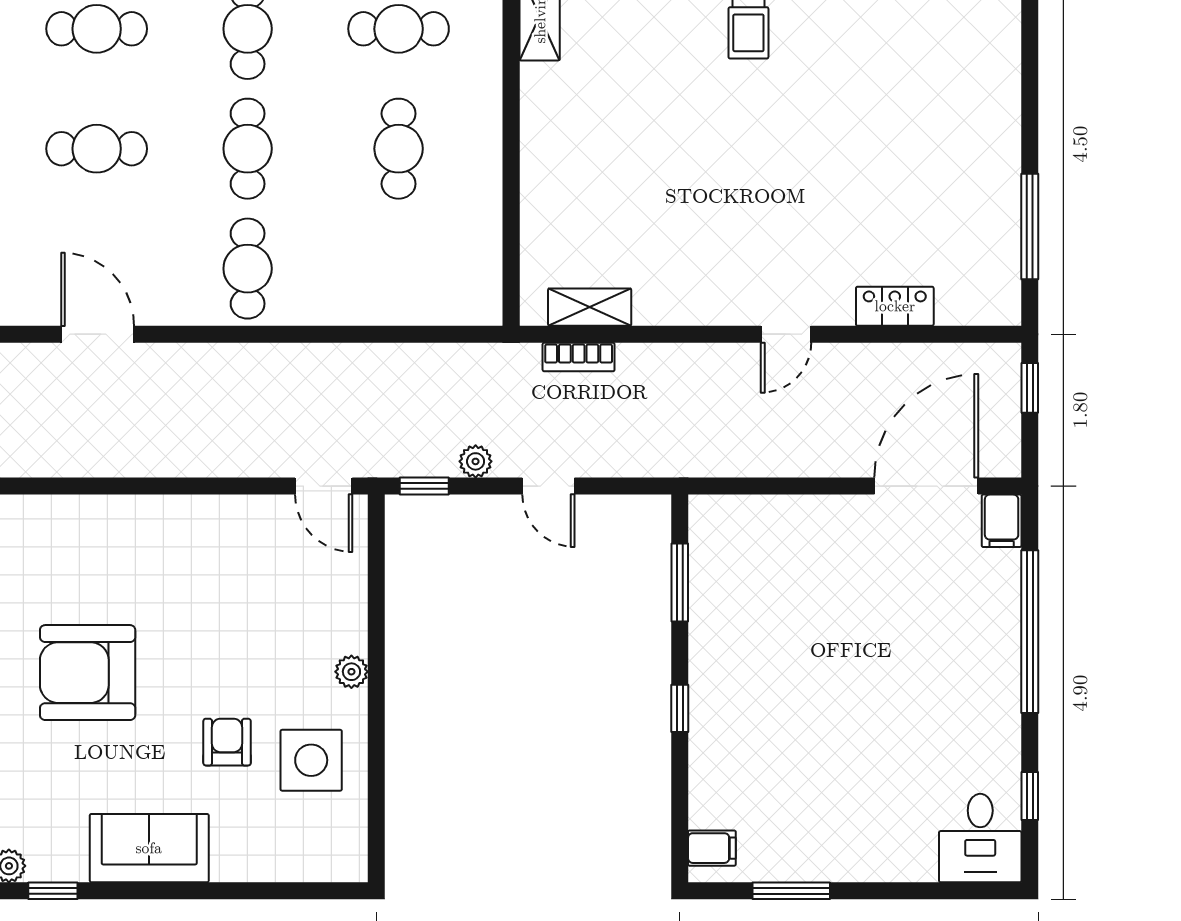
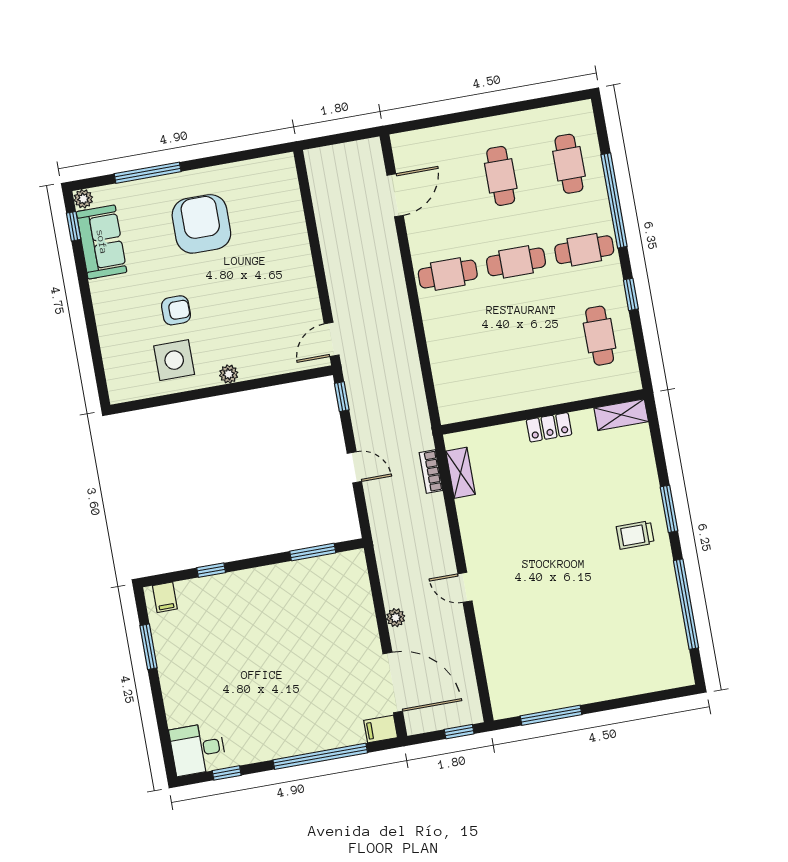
cafe table: (399, 149) -> (531, 348), removed
locker: (895, 306) -> (549, 427), moved, turned 90
plant: (476, 461) -> (396, 618), moved
door: (548, 486) -> (354, 467), swing flipped
window: (680, 708) -> (211, 570), moved
sofa: (149, 848) -> (102, 242), moved

